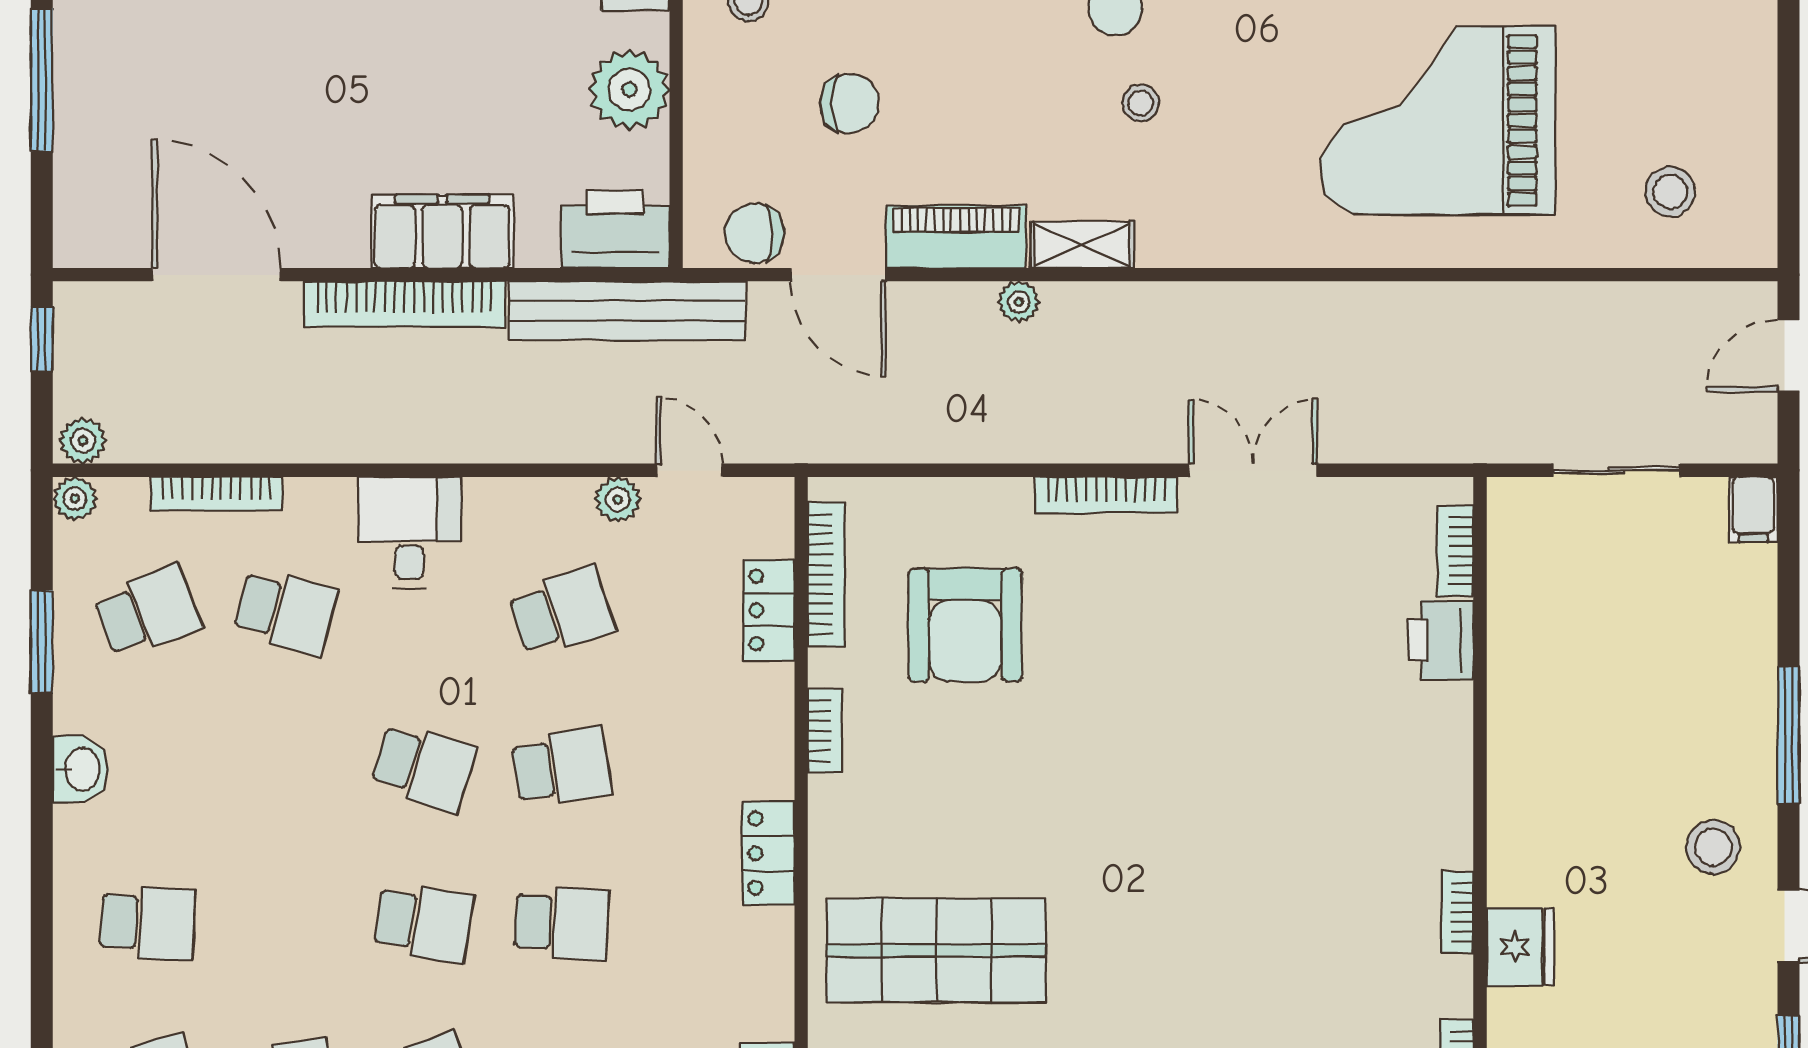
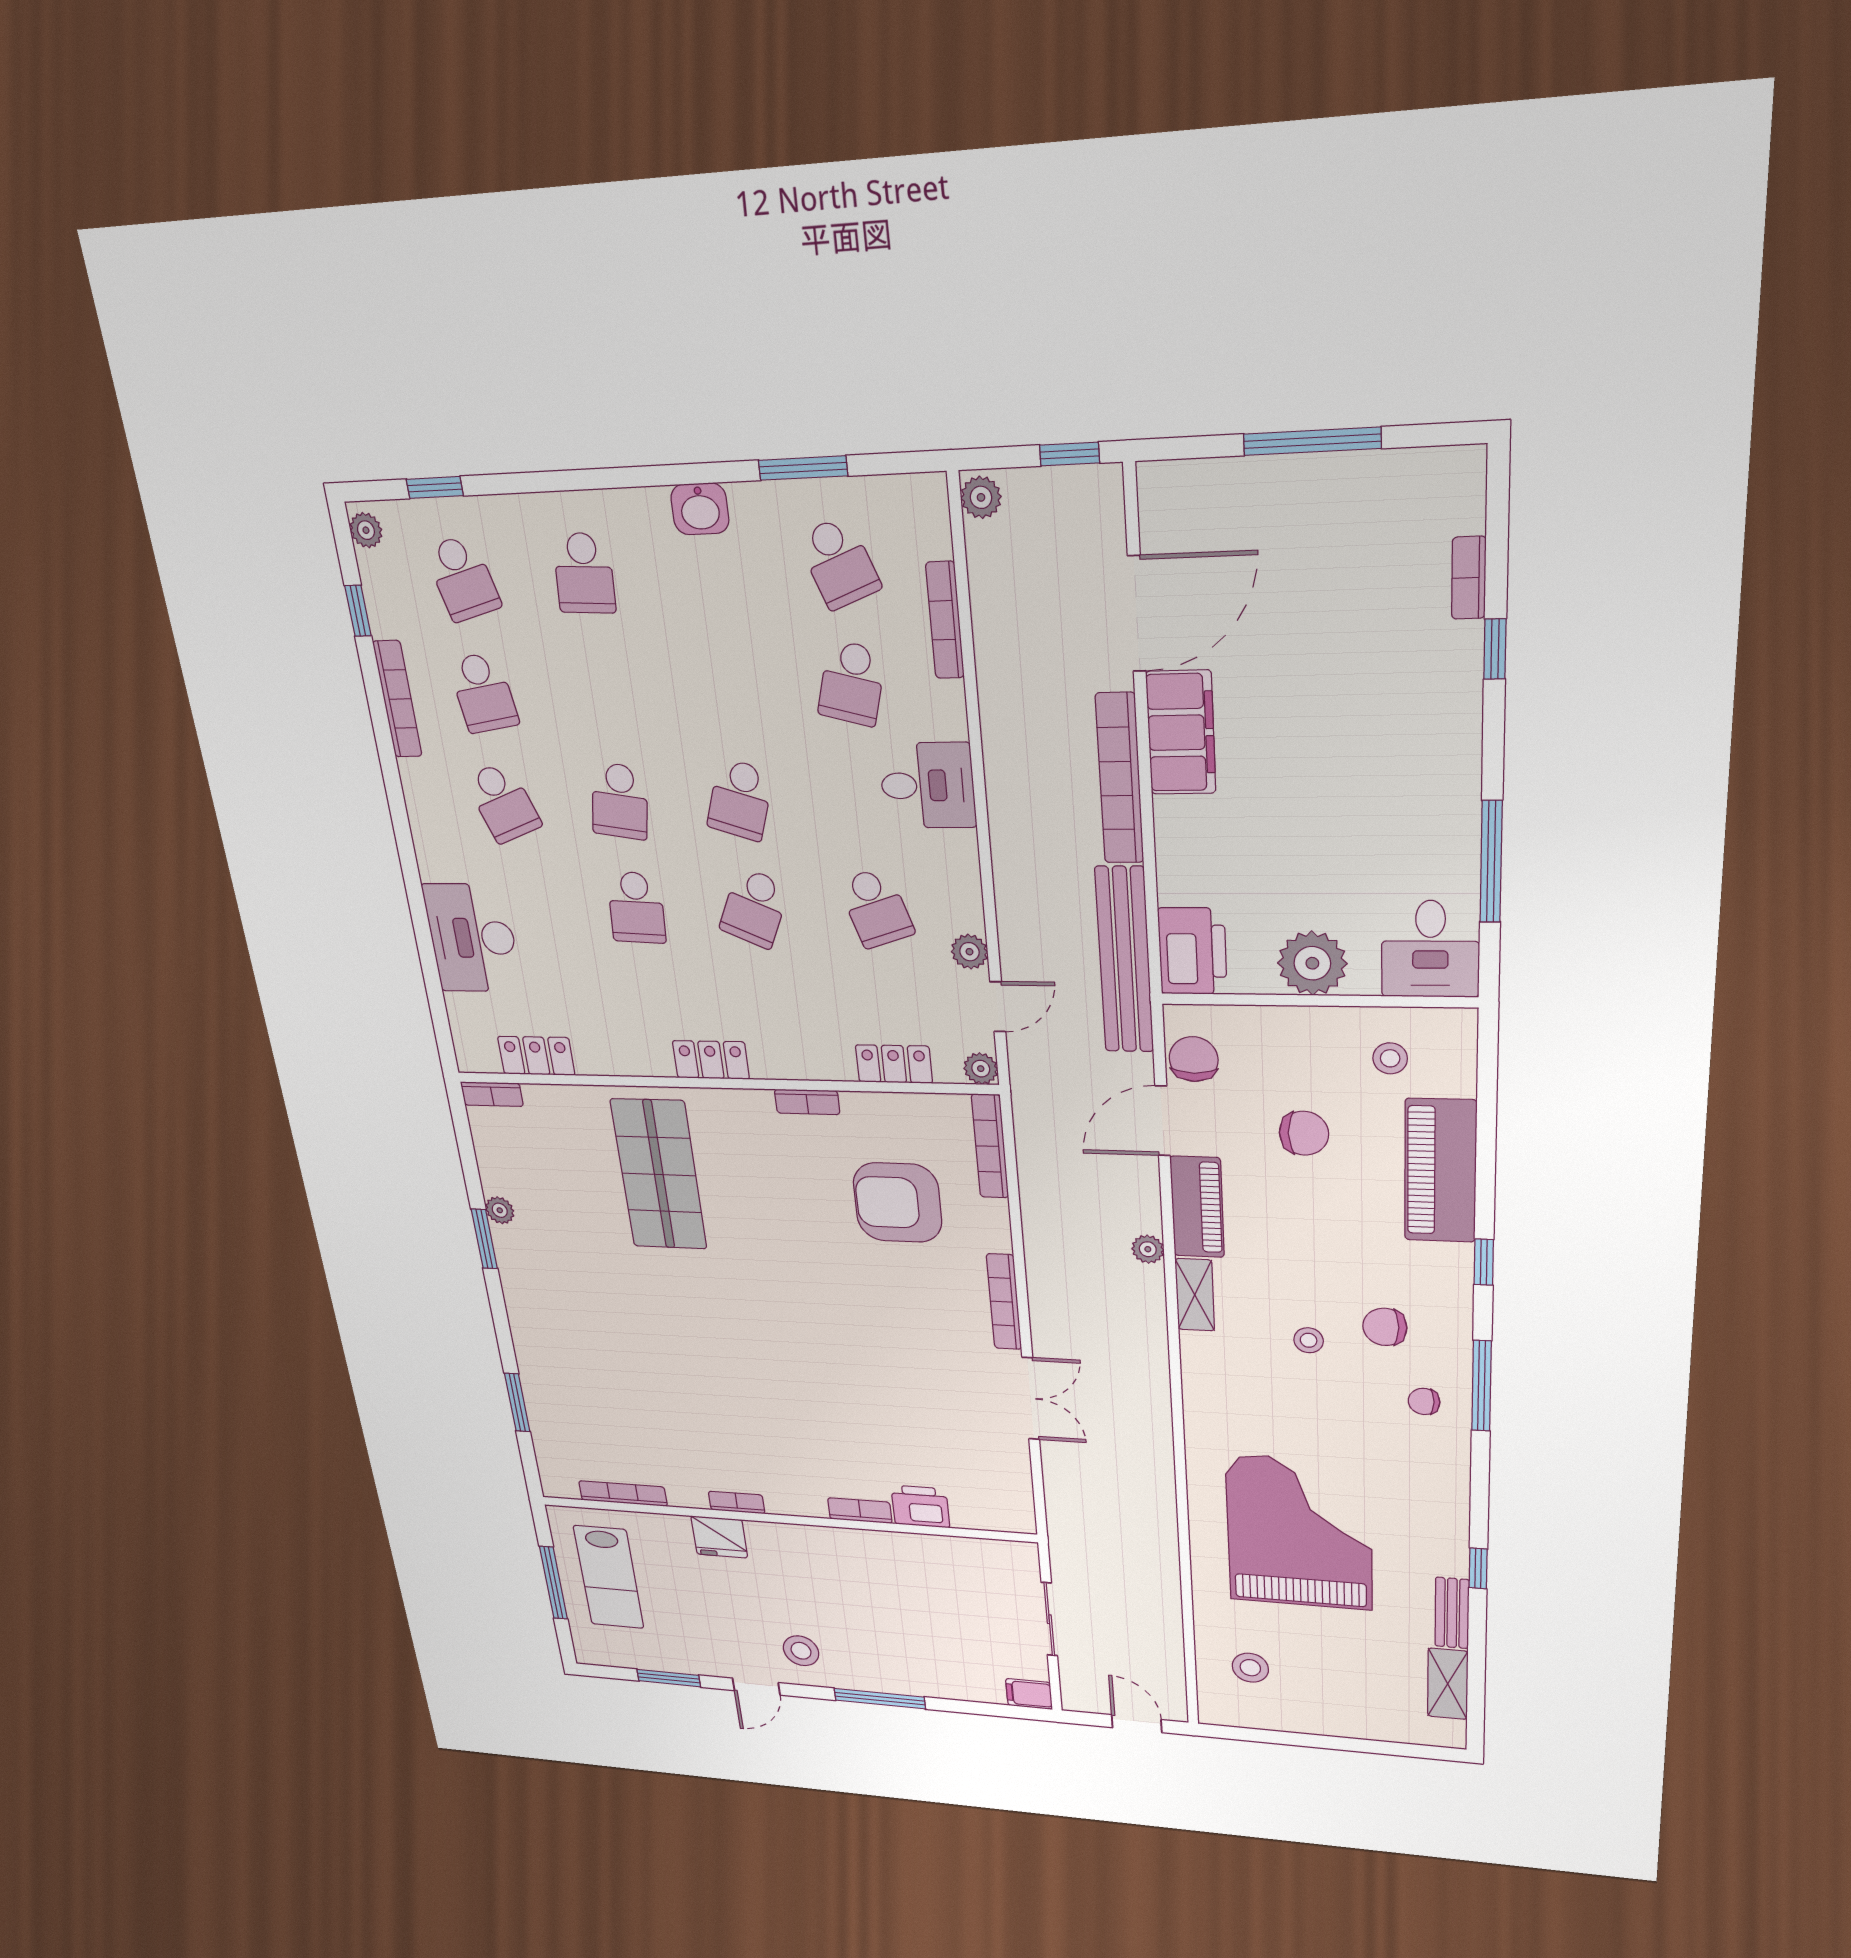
chair: (850, 103) -> (1304, 1133), turned -90
filing cabinet: (442, 231) -> (1181, 733), moved
plant: (75, 499) -> (981, 1069), moved
bookcase: (1455, 551) -> (860, 1511), moved
bookcase: (826, 574) -> (990, 1146), moved, turned 90
school desk: (562, 767) -> (754, 908), turned 33

